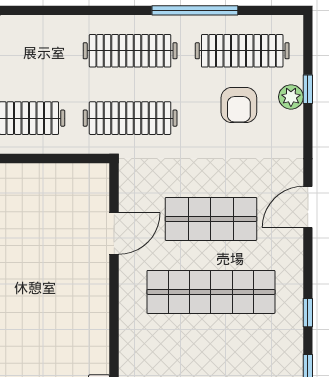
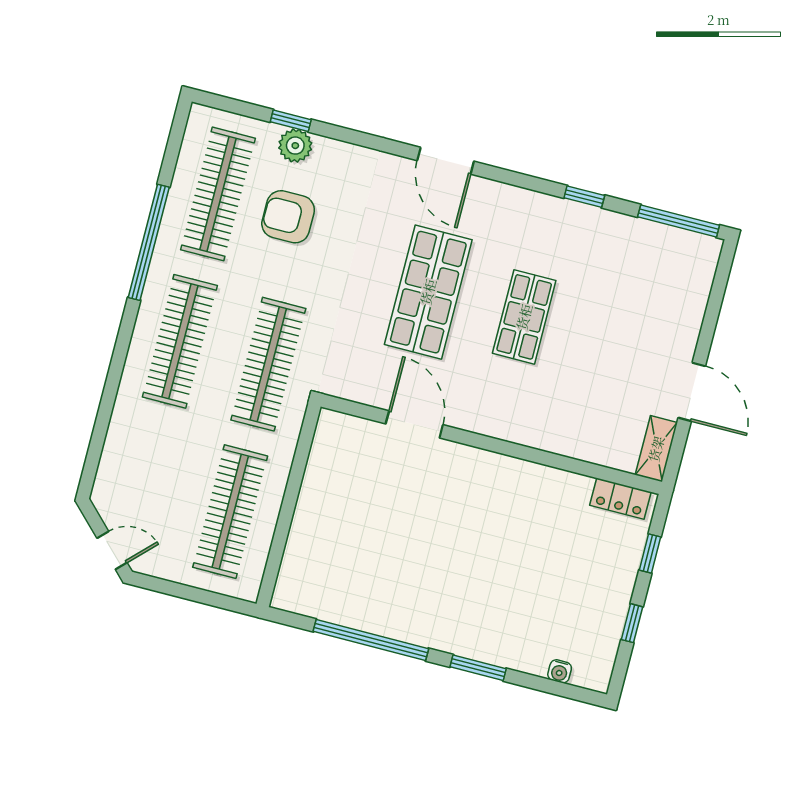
armchair: (239, 105) -> (288, 217), turned 180
shop shelf: (211, 292) -> (524, 317), width x0.50, depth x0.74

